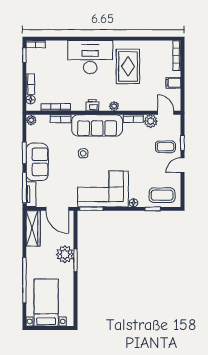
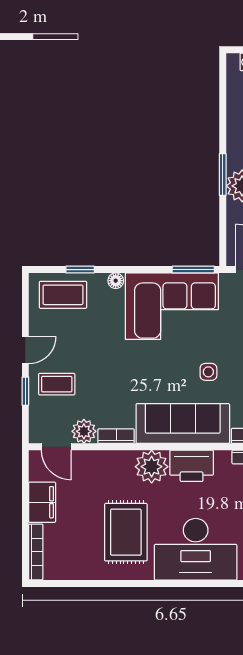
filing cabinet: (173, 83) -> (42, 502), width x2.00
printer: (92, 105) -> (192, 466), width x1.87, depth x1.48
plant: (114, 106) -> (152, 467), width x1.87, depth x1.87

